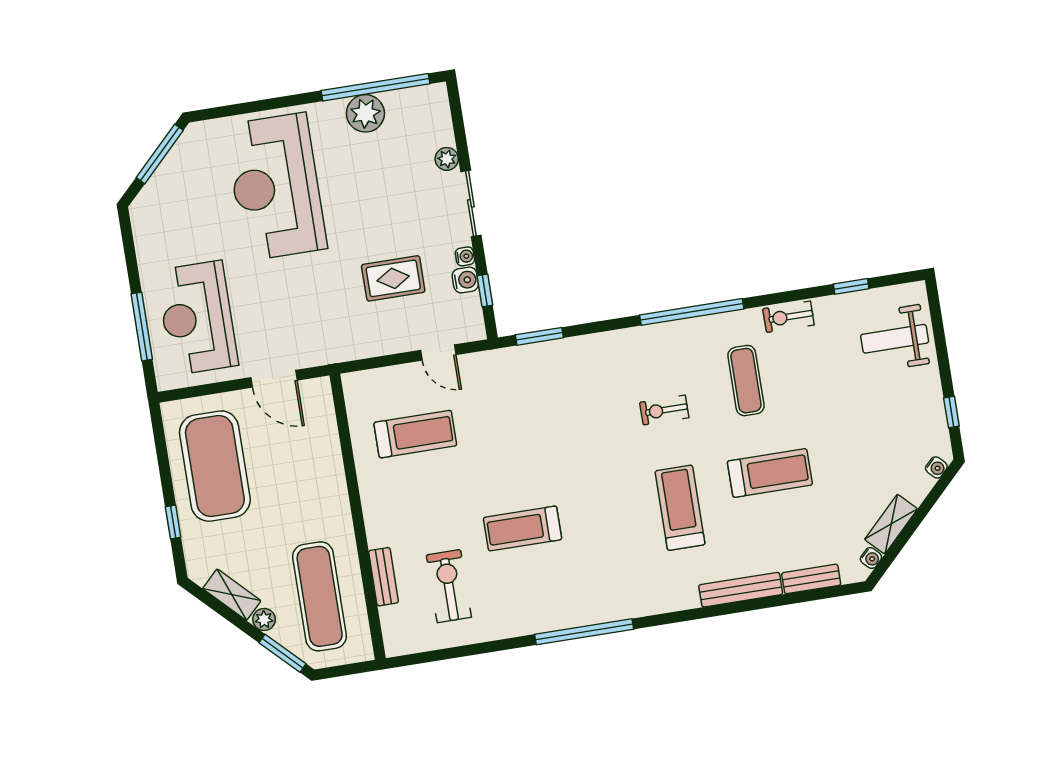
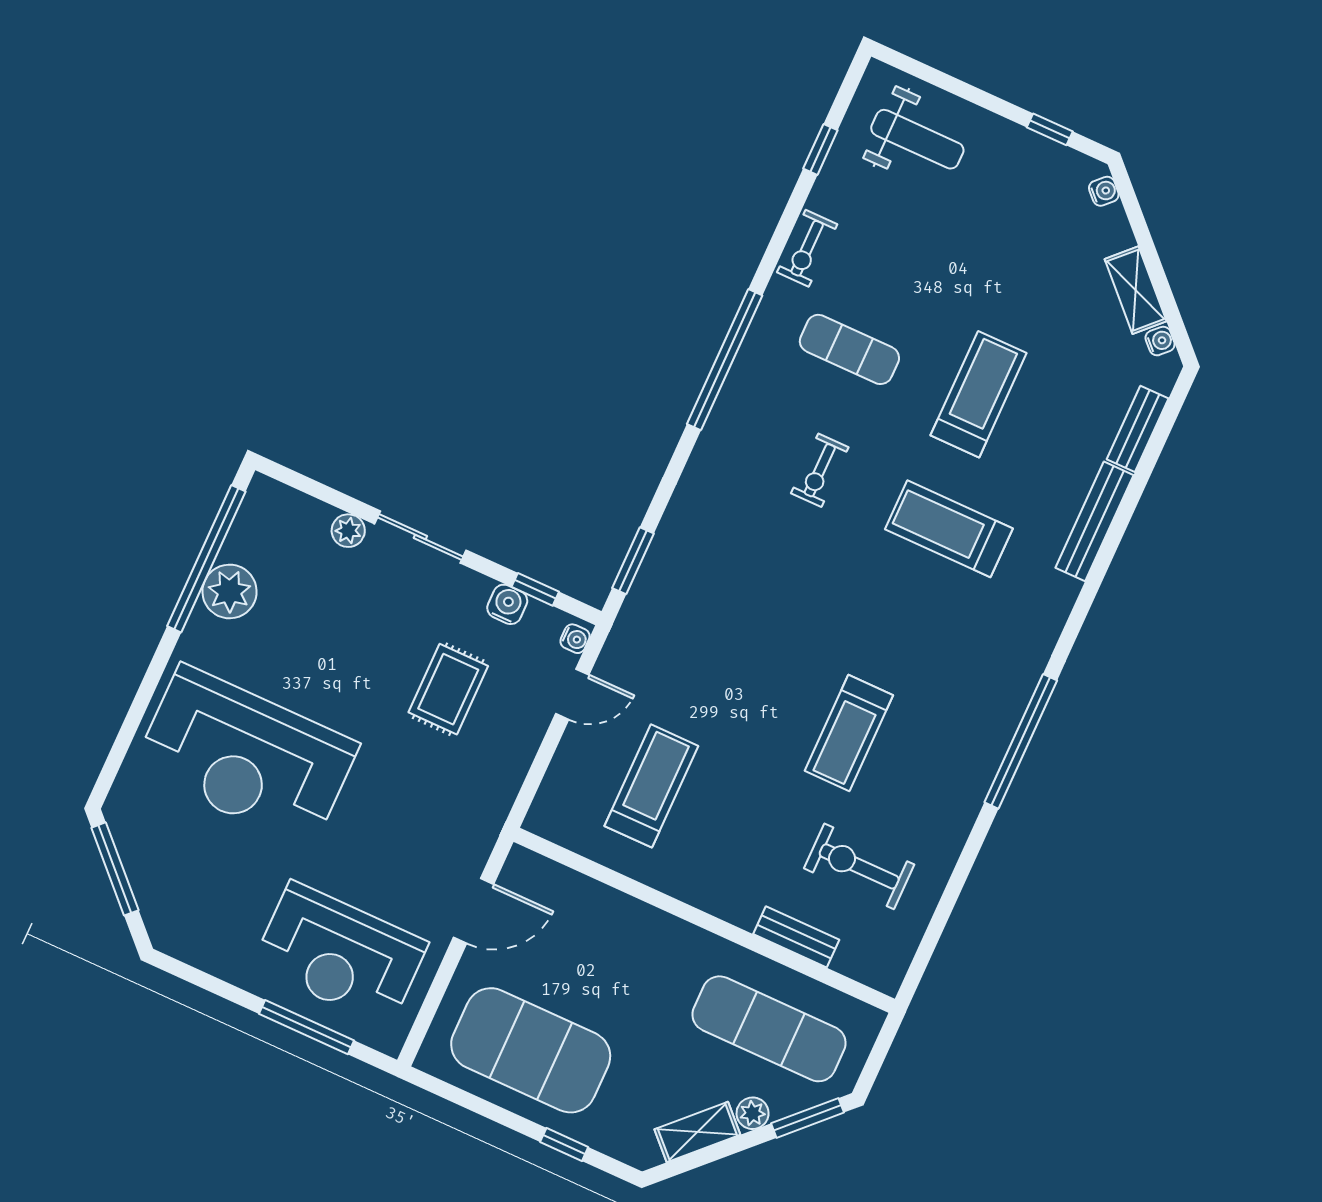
water cooler: (465, 256) -> (575, 639), moved, turned 90
weight bench: (895, 339) -> (917, 139), turned -90

